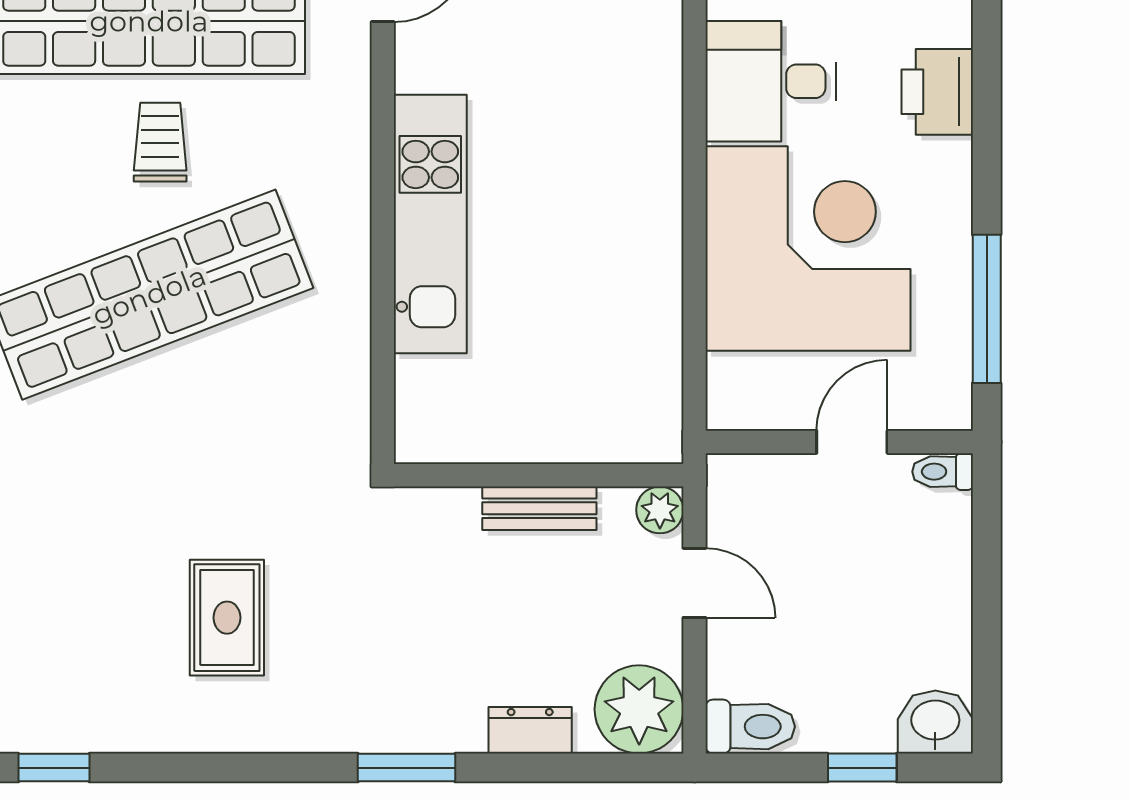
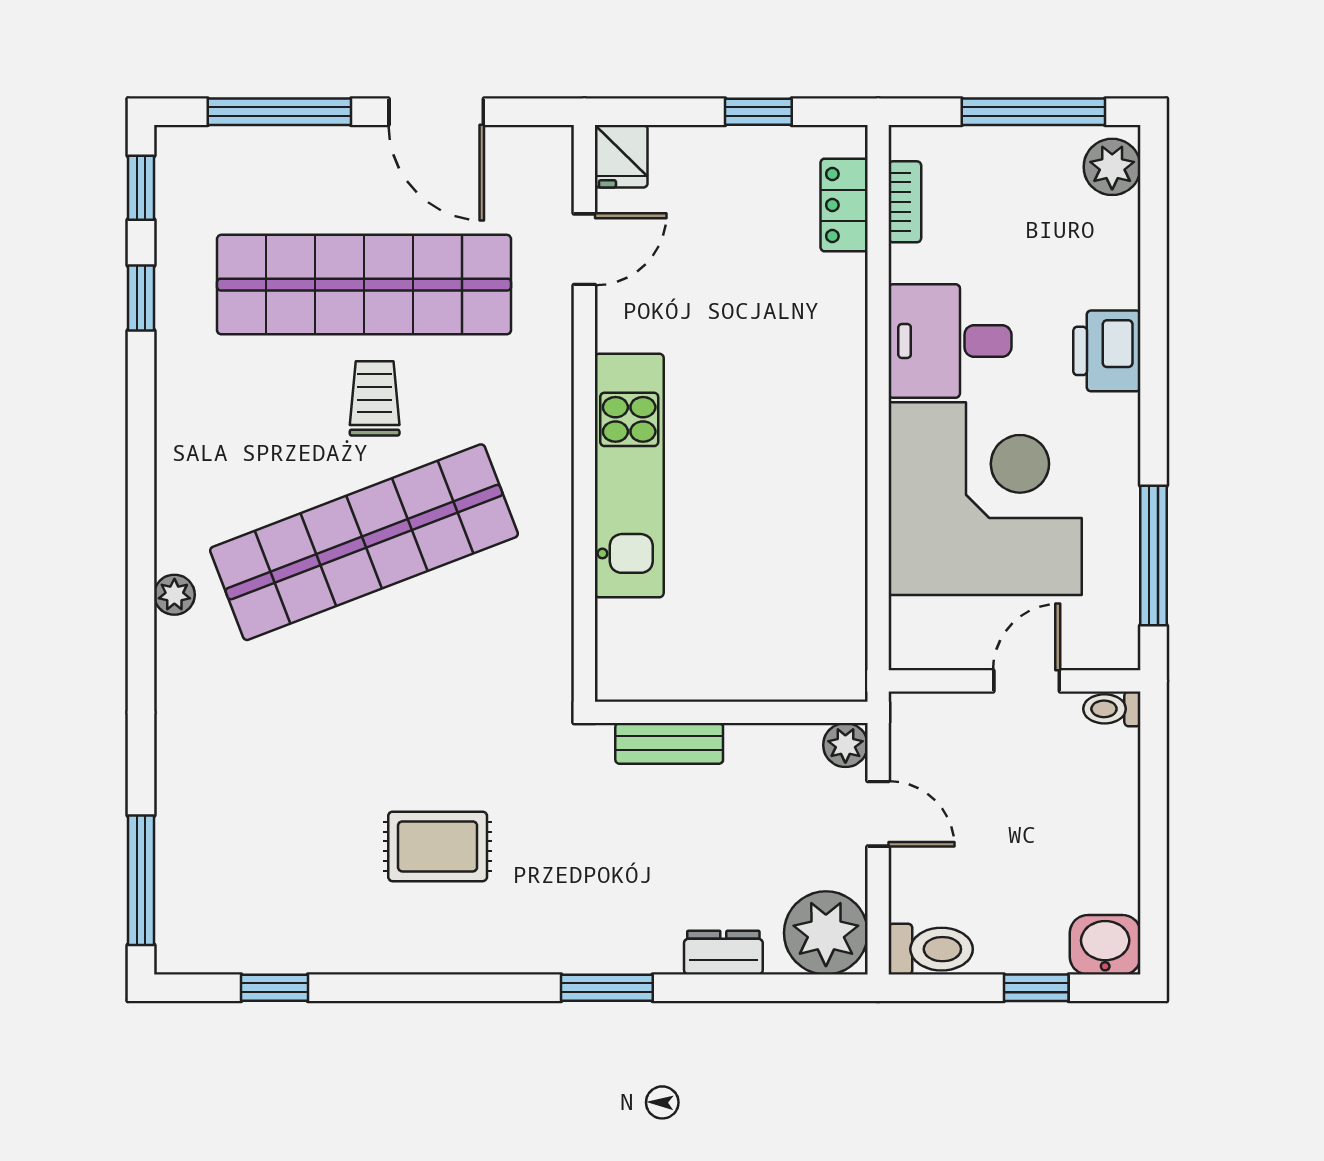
bench: (539, 508) -> (669, 743), moved
rug: (227, 618) -> (438, 846), turned 90

